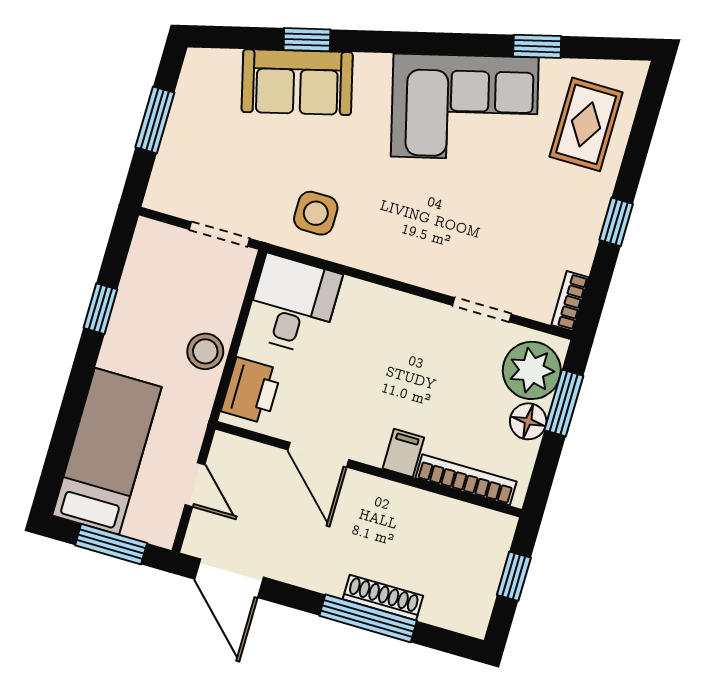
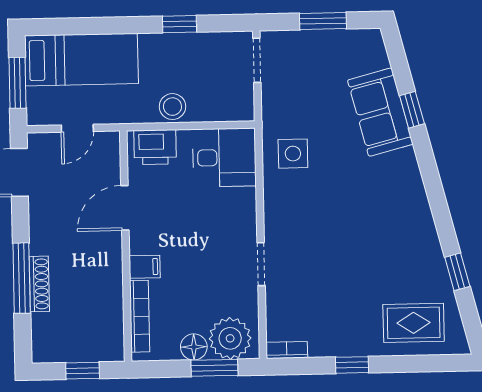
corner sofa: (465, 107) -> (399, 234), removed
doorway: (220, 234) -> (257, 60), moved
doorway: (482, 310) -> (261, 264), moved

